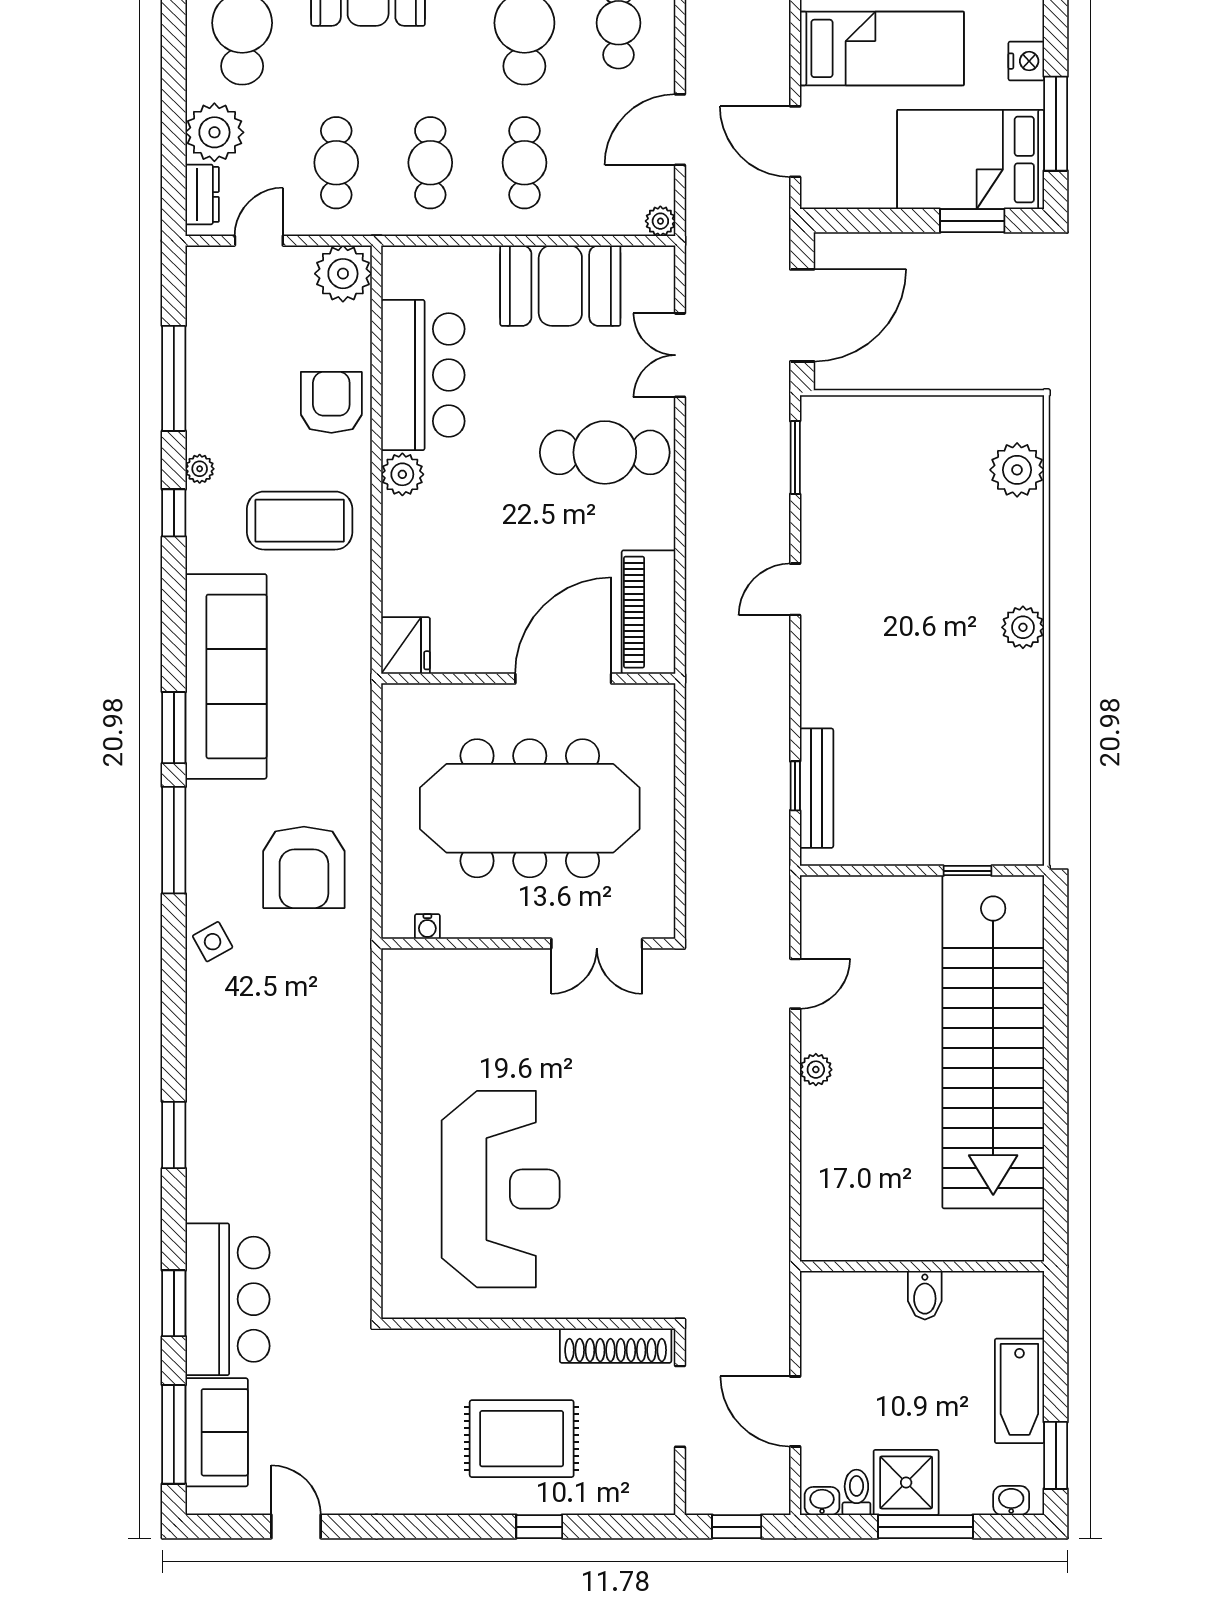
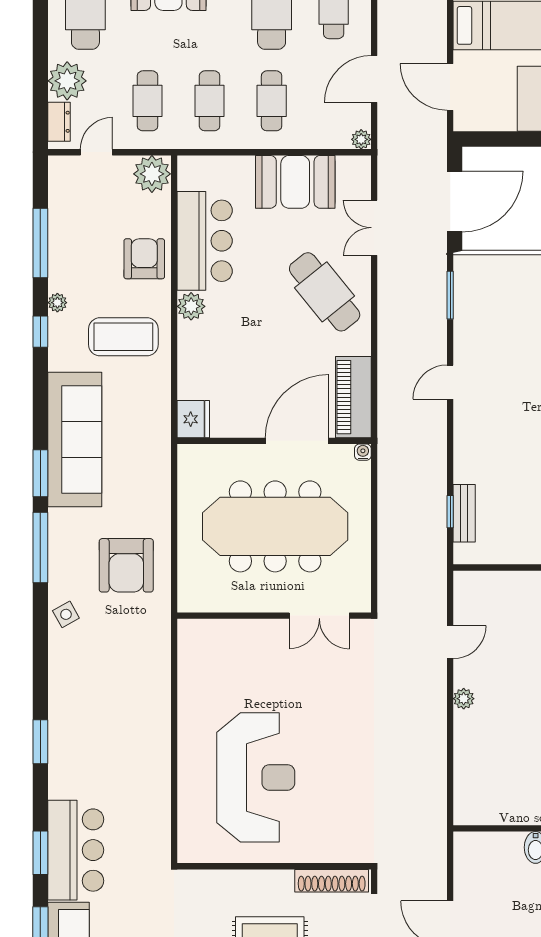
cafe table: (605, 452) -> (325, 292), turned 51
bench: (817, 788) -> (464, 513), width x0.73
water cooler: (427, 926) -> (363, 452), moved, turned 180

